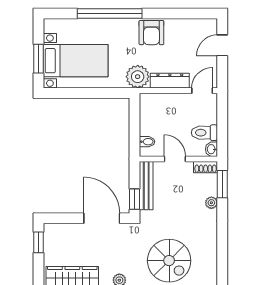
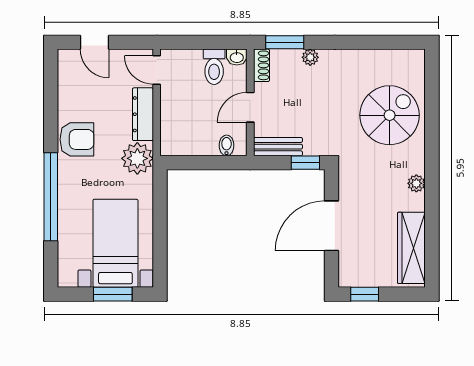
bench: (146, 186) -> (278, 147), width x0.73
door: (102, 218) -> (332, 226), moved

